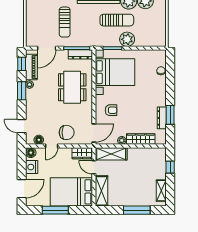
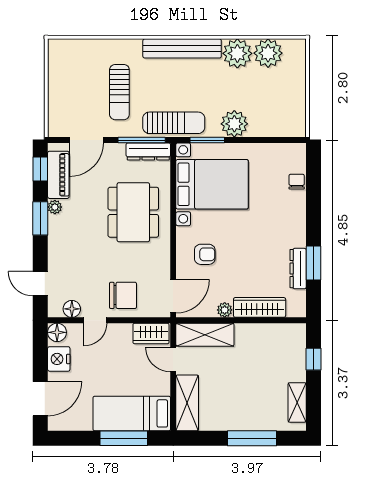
sun lounger: (117, 20) -> (174, 123), moved
bed: (71, 192) -> (132, 413), width x0.67
window: (55, 210) -> (124, 438), moved

